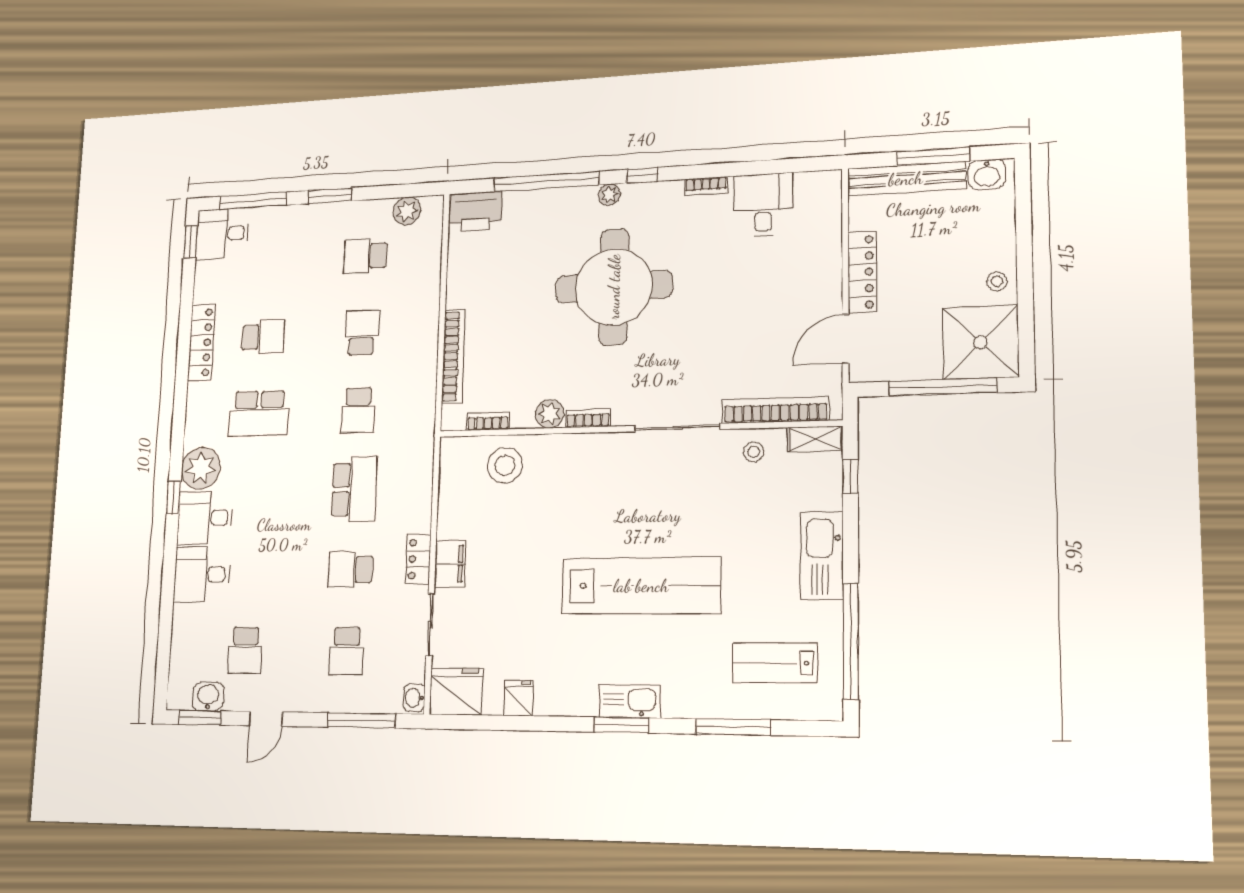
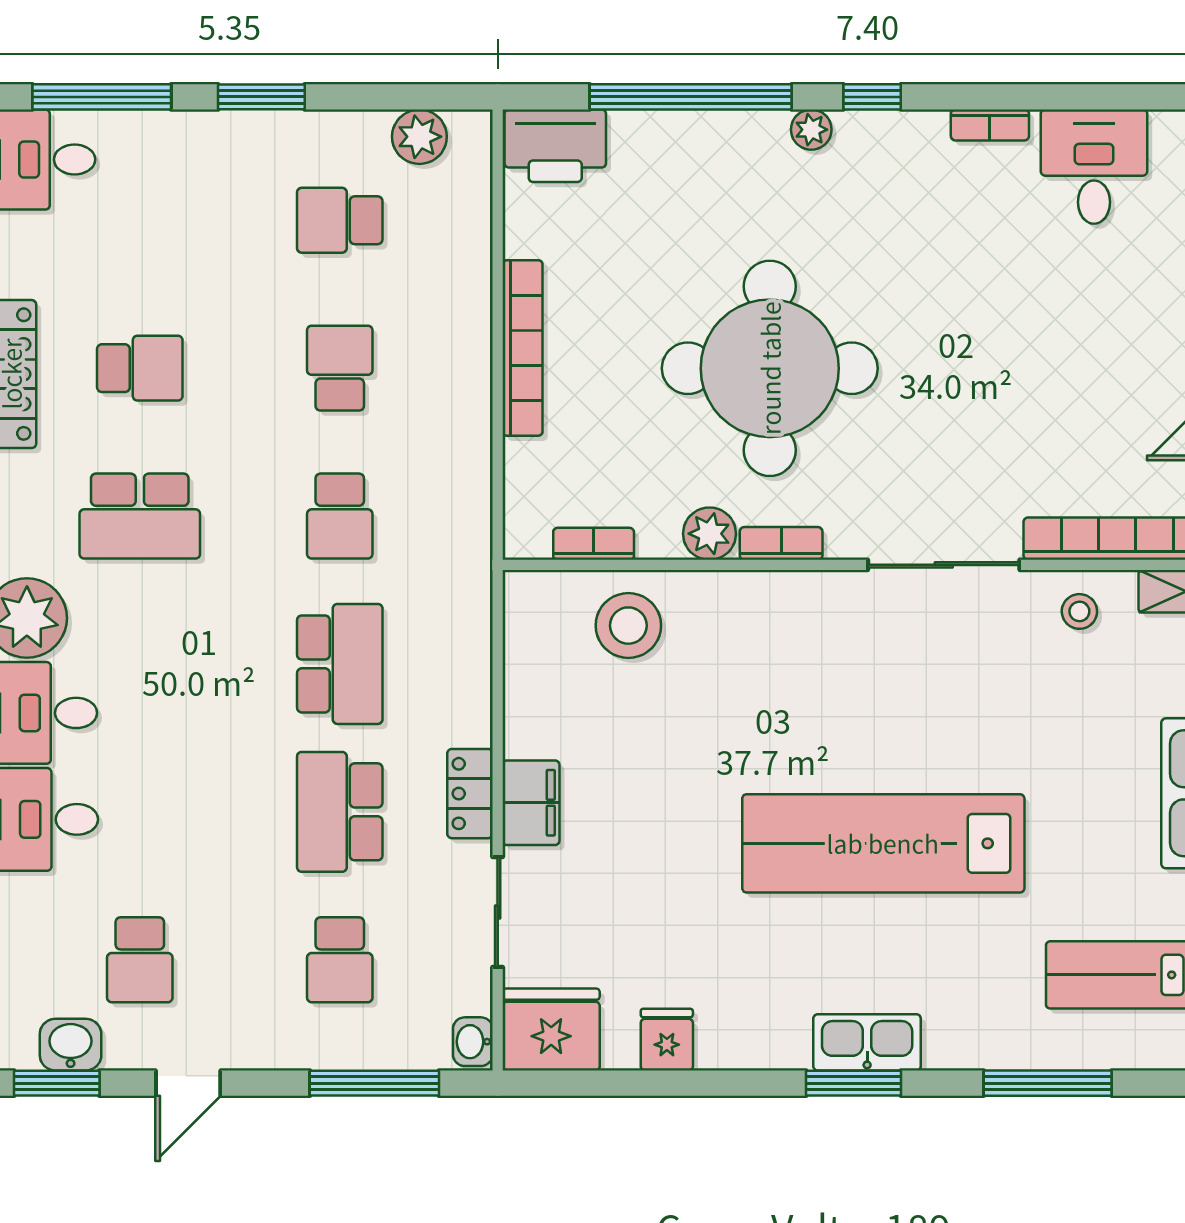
round table: (614, 287) -> (770, 368), moved
bookcase: (453, 356) -> (523, 348), moved
school desk: (350, 569) -> (340, 812), width x1.85
lab bench: (641, 586) -> (883, 843), turned 180

